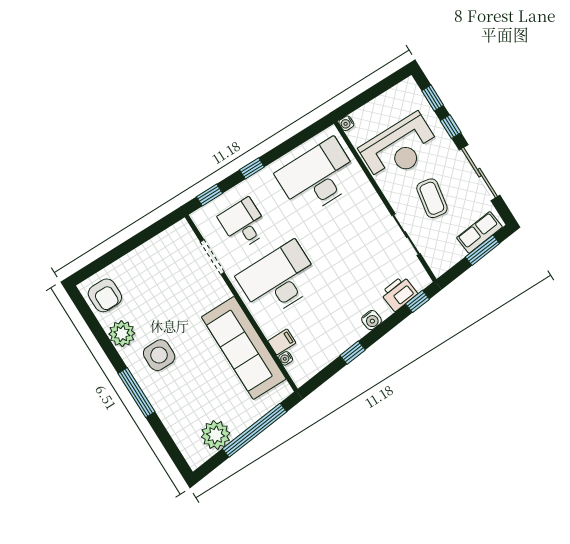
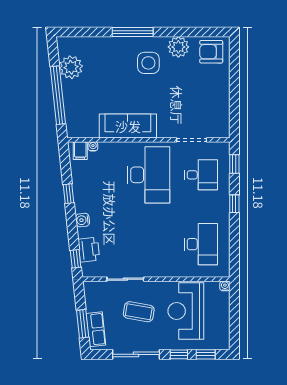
desk: (318, 177) -> (201, 244), width x0.73, depth x0.77
filing cabinet: (282, 342) -> (80, 151), moved
sofa: (244, 348) -> (128, 126), width x0.74, depth x0.79

